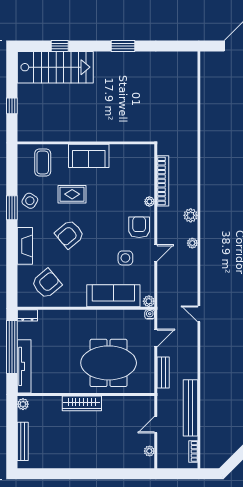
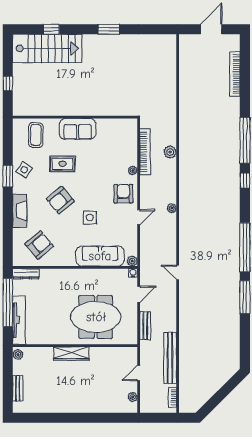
plant: (191, 215) -> (170, 152), moved
side table: (125, 258) -> (90, 218), moved
dresser: (27, 315) -> (26, 274), width x1.44
bench: (23, 441) -> (18, 388), width x0.73

